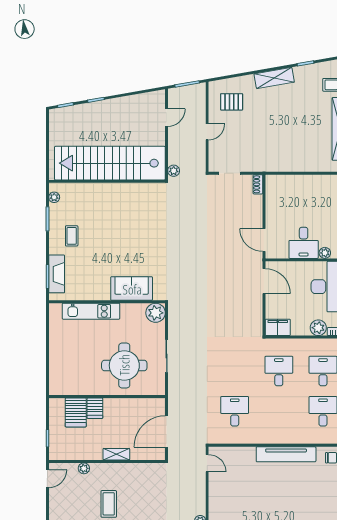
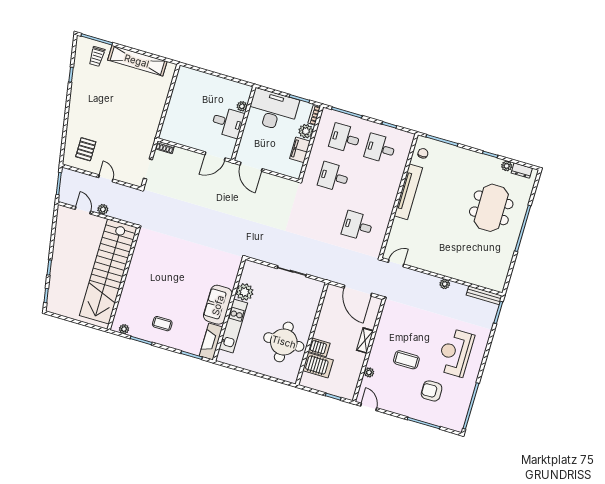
shelving: (274, 78) -> (76, 106), removed
plant: (174, 171) -> (103, 209), moved
fireplace: (57, 274) -> (211, 341), moved, turned -90
door: (264, 281) -> (251, 167), swing flipped
sofa: (132, 289) -> (218, 305), moved
plant: (156, 313) -> (245, 292), moved
filing cabinet: (278, 327) -> (300, 150), moved
round table: (124, 365) -> (284, 342), moved

